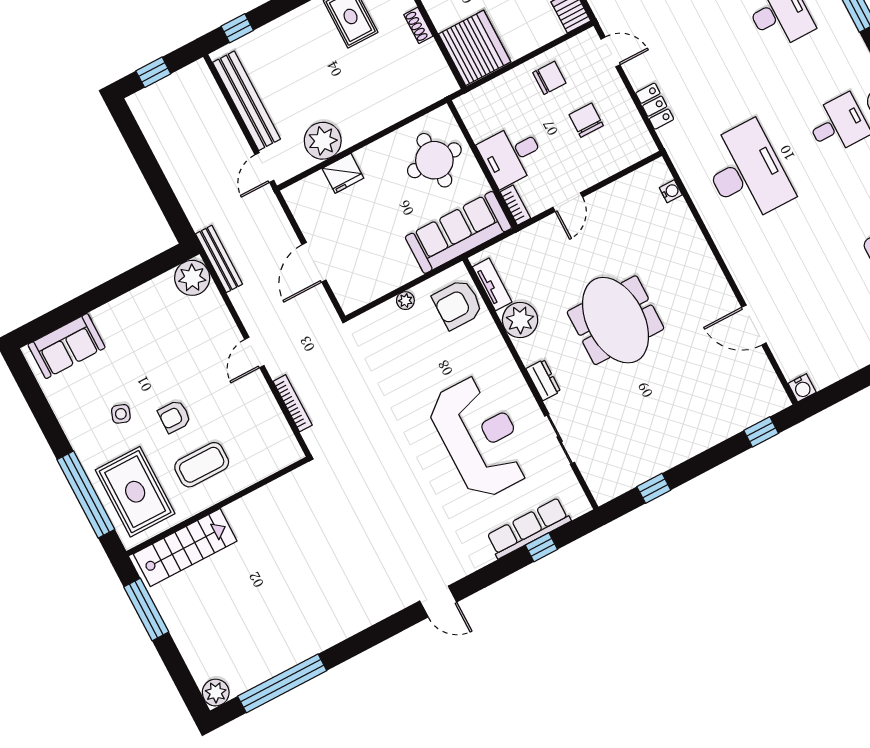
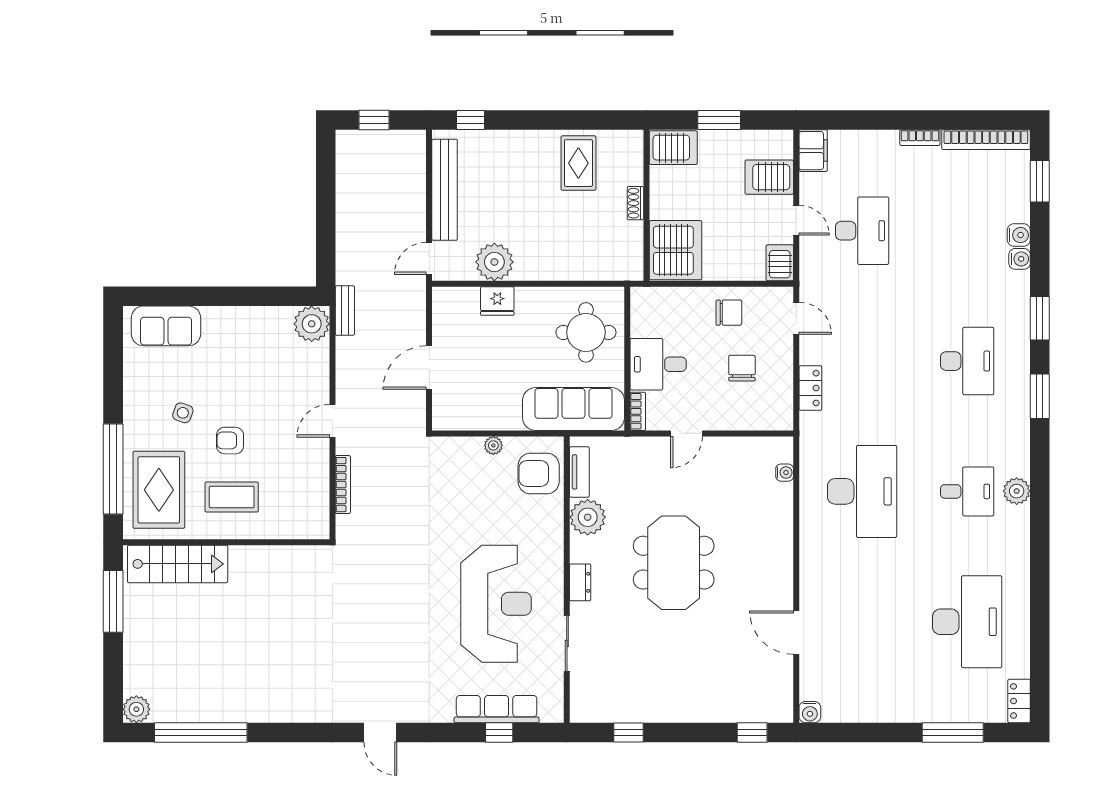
bench: (219, 259) -> (345, 310), width x0.73

